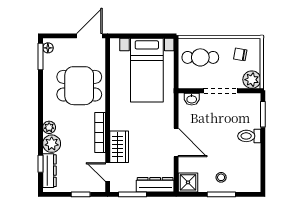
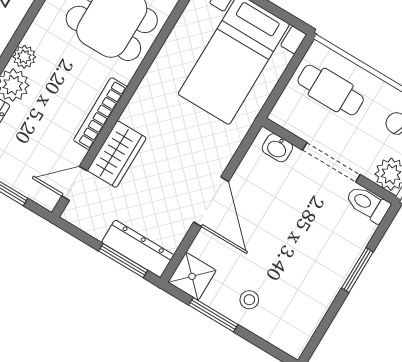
window: (263, 114) -> (357, 270), moved
toilet: (249, 136) -> (368, 204), moved
door: (108, 172) -> (74, 183), hinge flipped
window: (132, 194) -> (123, 261), moved
window: (221, 194) -> (213, 315), moved

